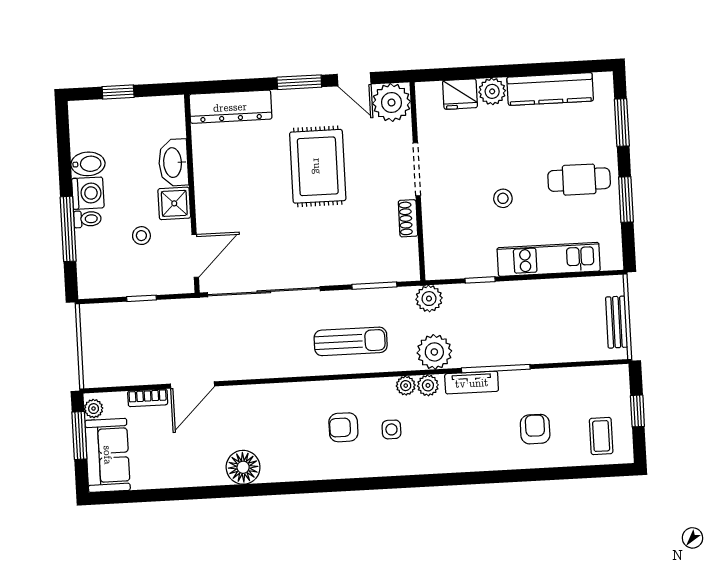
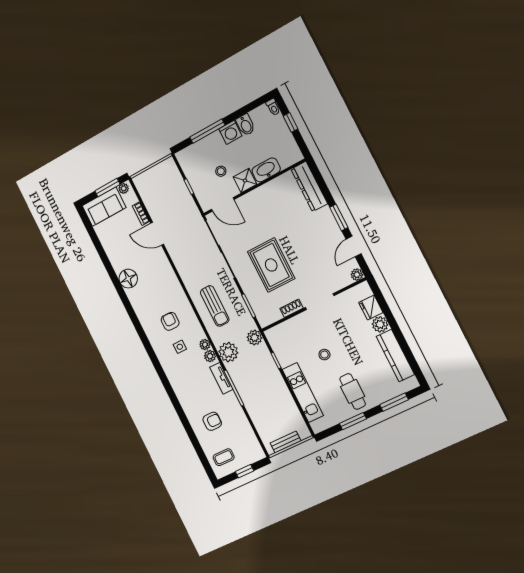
plant: (391, 103) -> (357, 275), width x0.53, depth x0.53
rug: (318, 166) -> (271, 265), moved, turned 90
toilet: (87, 219) -> (273, 107), moved

